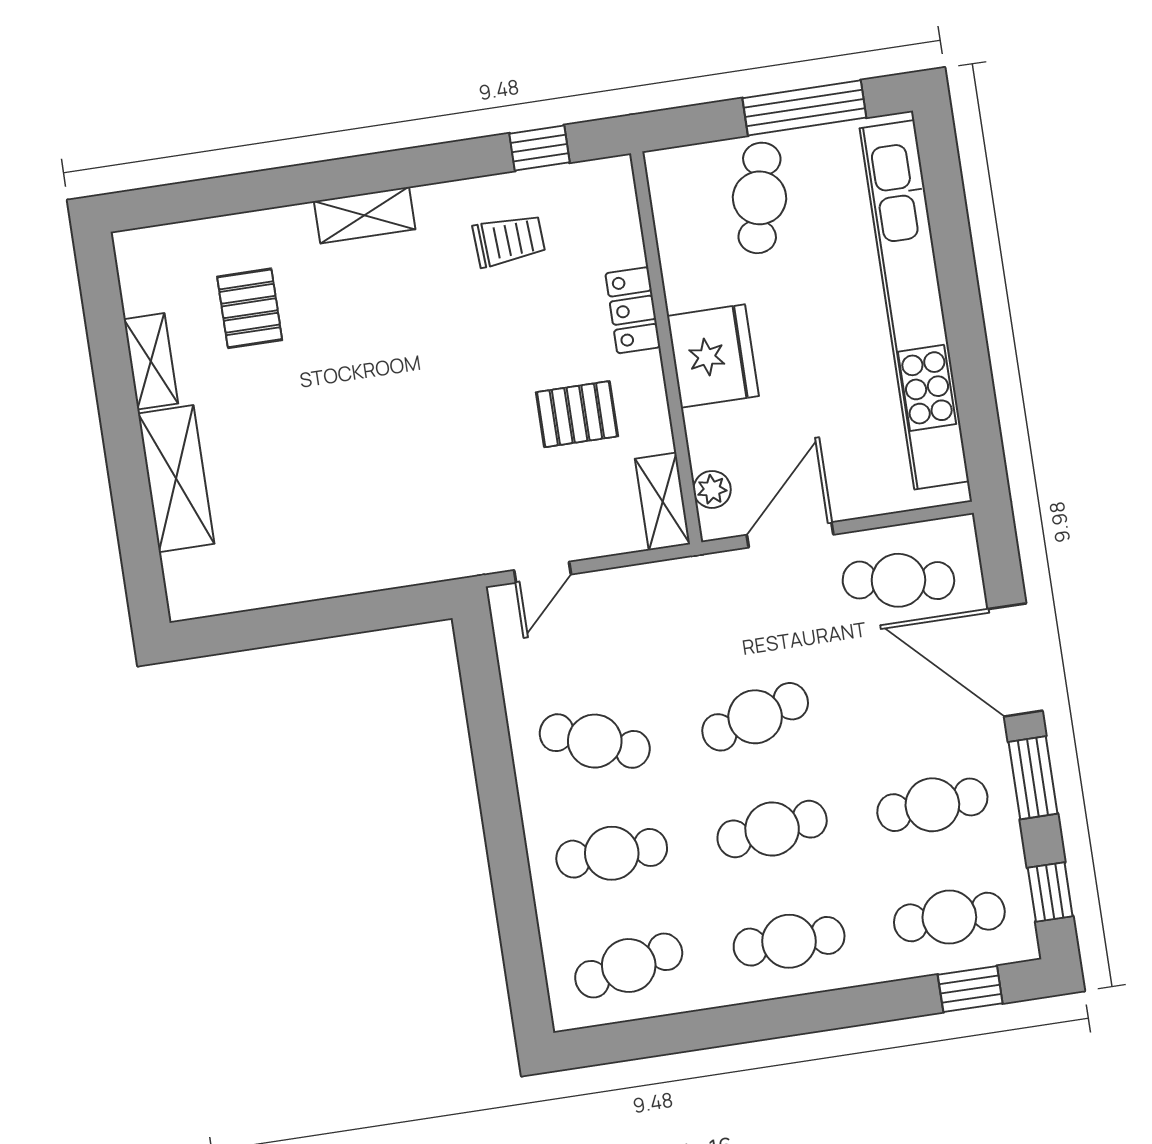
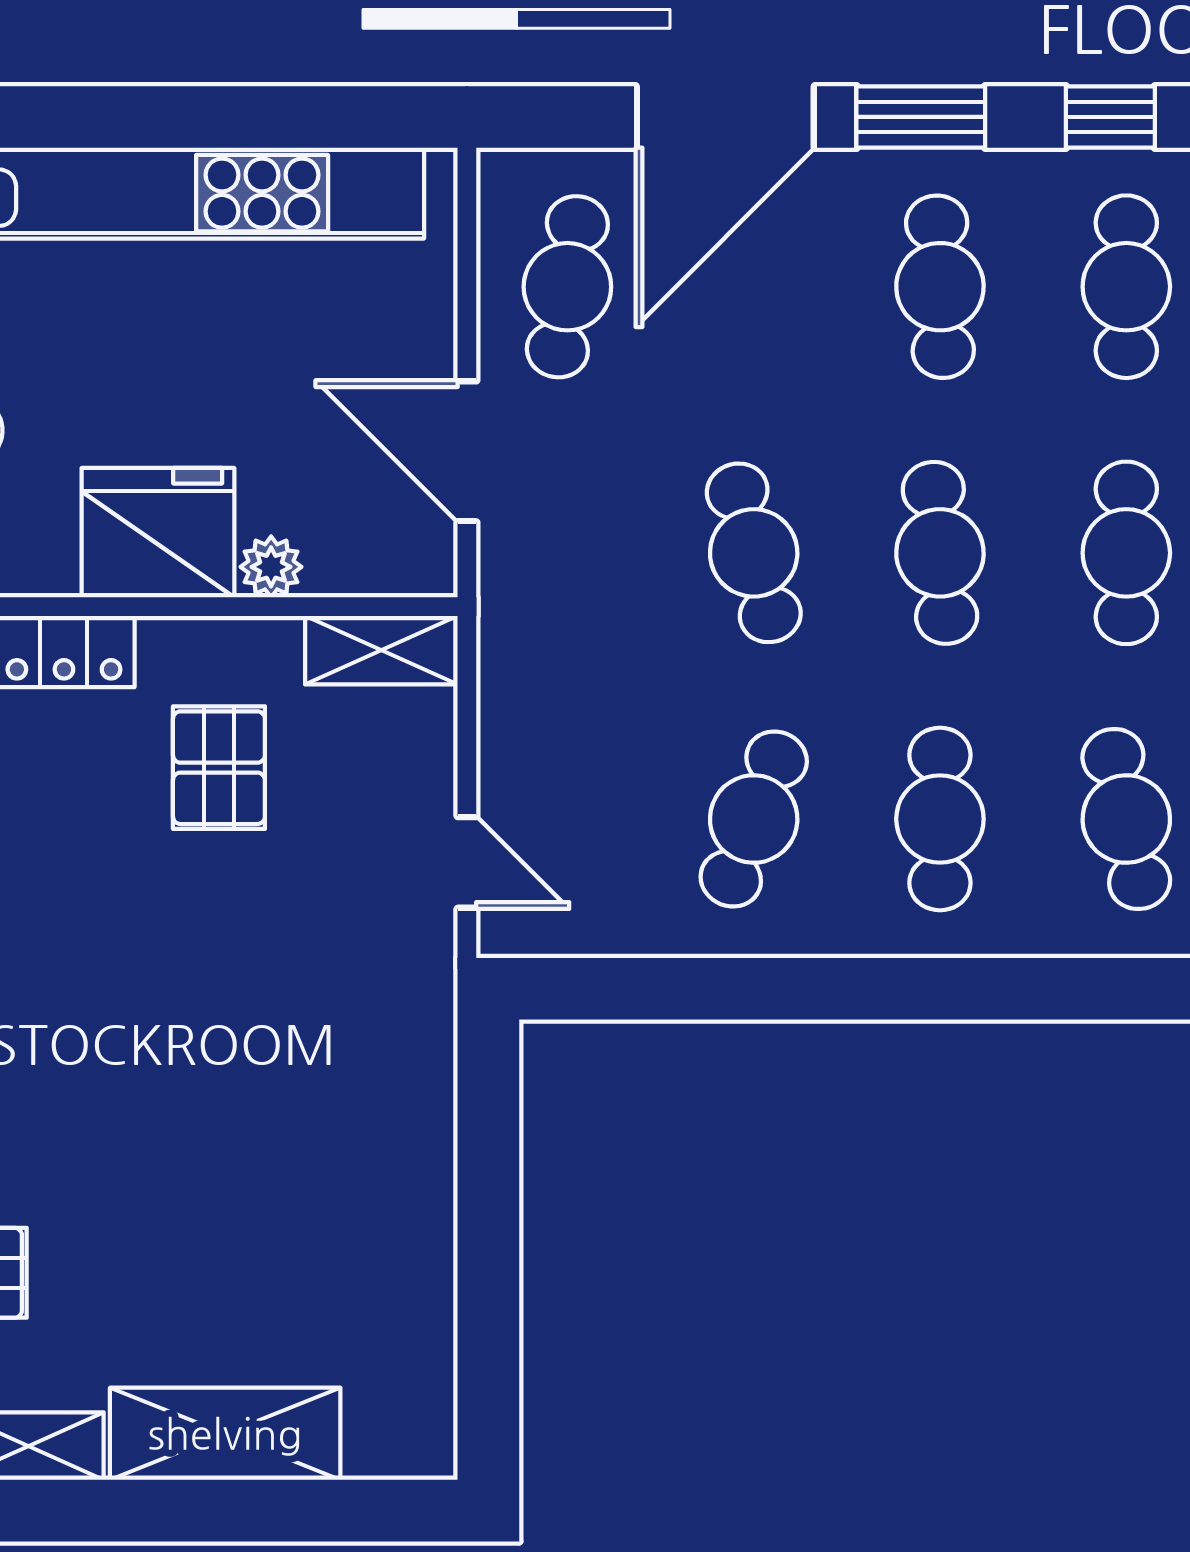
plant: (712, 489) -> (271, 567), moved

